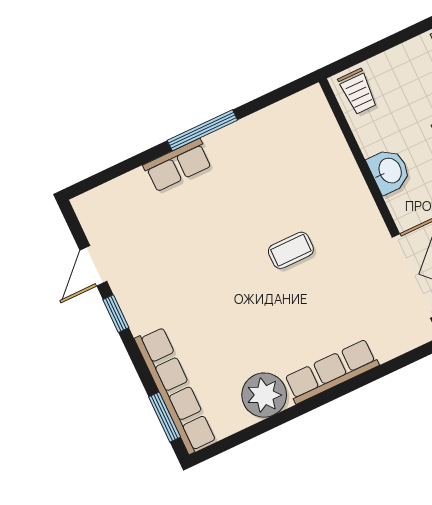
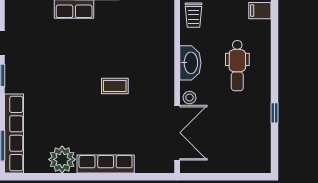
washbasin: (389, 171) -> (190, 63), width x1.38
stool: (409, 216) -> (190, 98), added

